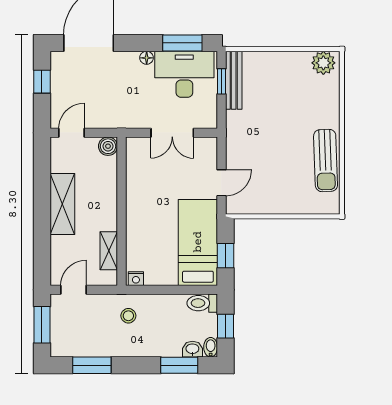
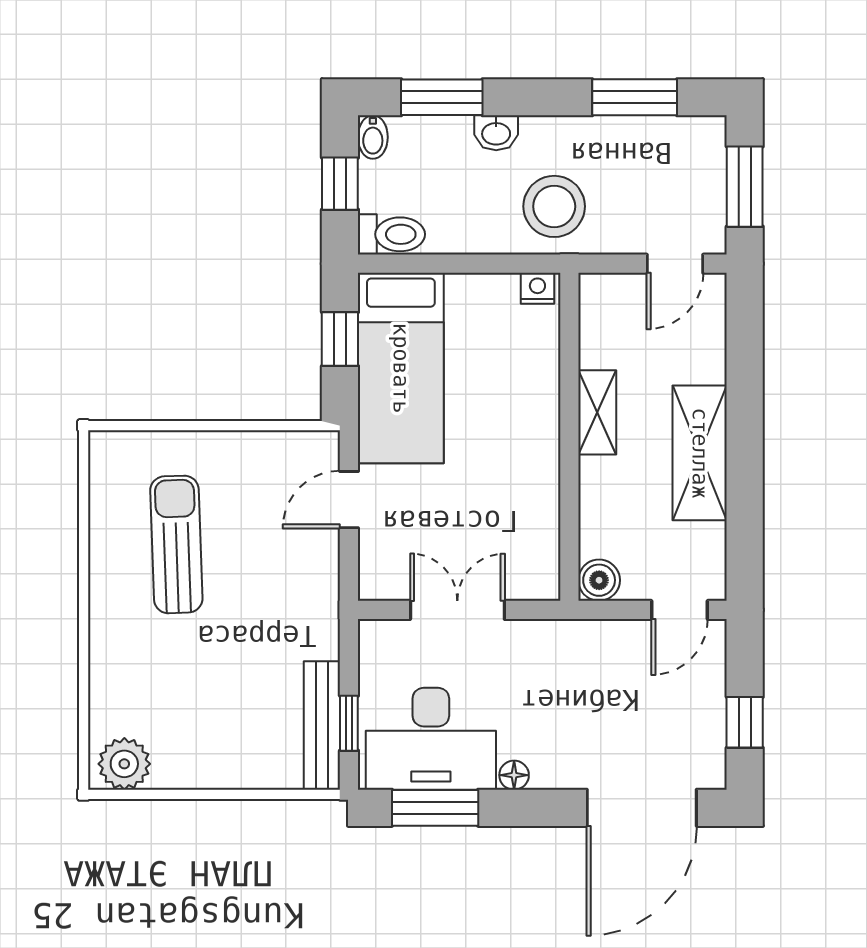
sun lounger: (326, 160) -> (176, 544), moved
shelving: (109, 251) -> (597, 412), moved
stool: (128, 316) -> (554, 206), width x1.89, depth x1.89
washbasin: (192, 349) -> (496, 133), moved

